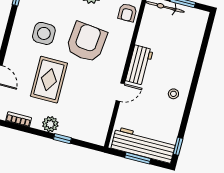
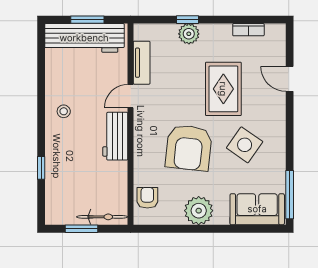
side table: (44, 33) -> (245, 145), turned 35
tv unit: (105, 115) -> (142, 63), added
plant: (50, 124) -> (189, 34), moved
window: (178, 146) -> (41, 168), moved

